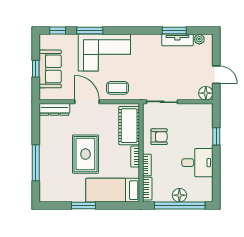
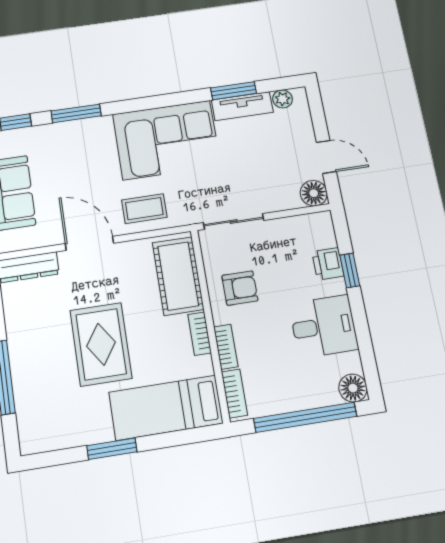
corner sofa: (104, 53) -> (167, 140), moved
printer: (206, 131) -> (328, 264), added
floor lamp: (179, 195) -> (353, 388), moved

